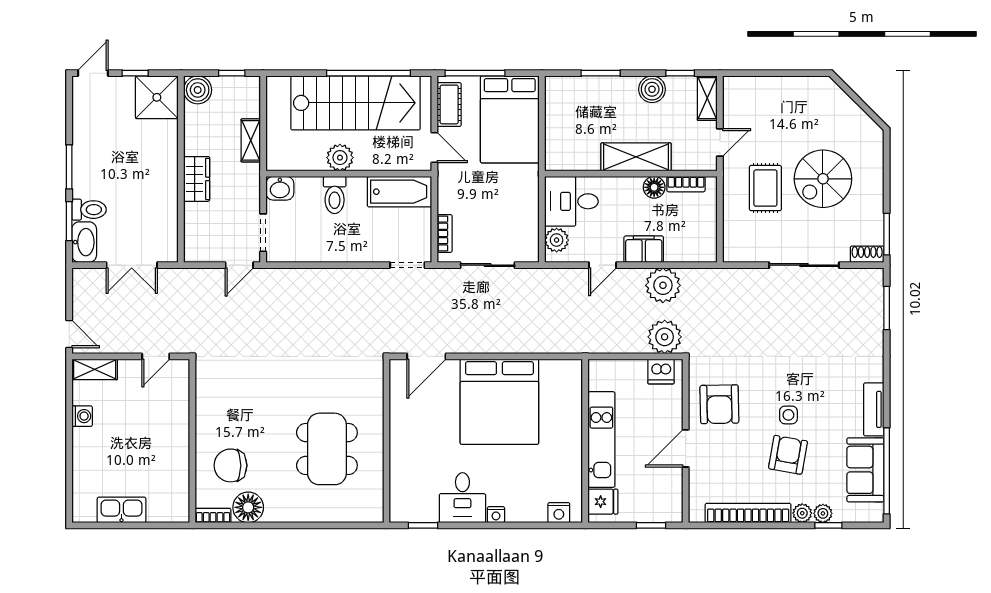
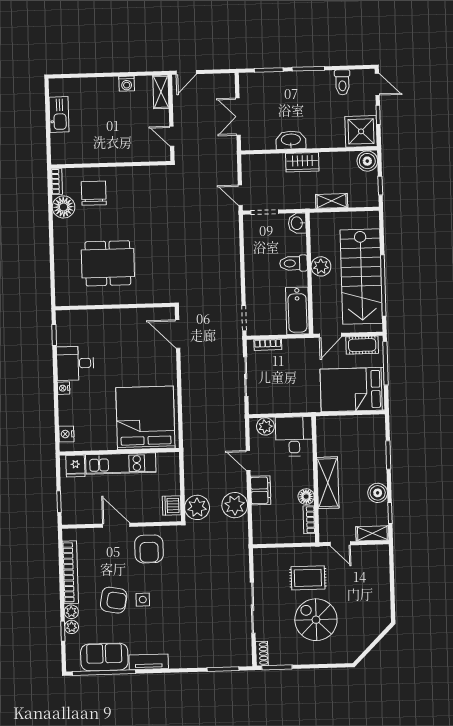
toilet: (89, 210) -> (342, 82), moved
washbasin: (84, 242) -> (291, 140), moved, turned 180
bed: (499, 402) -> (145, 418), moved, turned 90
armchair: (719, 404) -> (149, 549), turned -89

